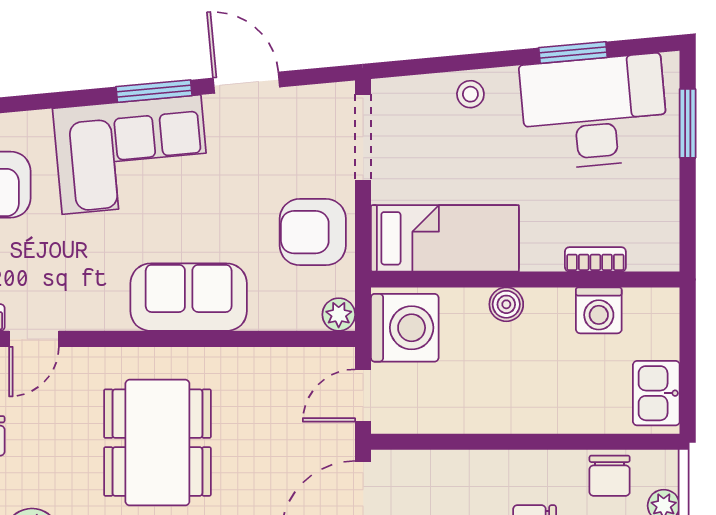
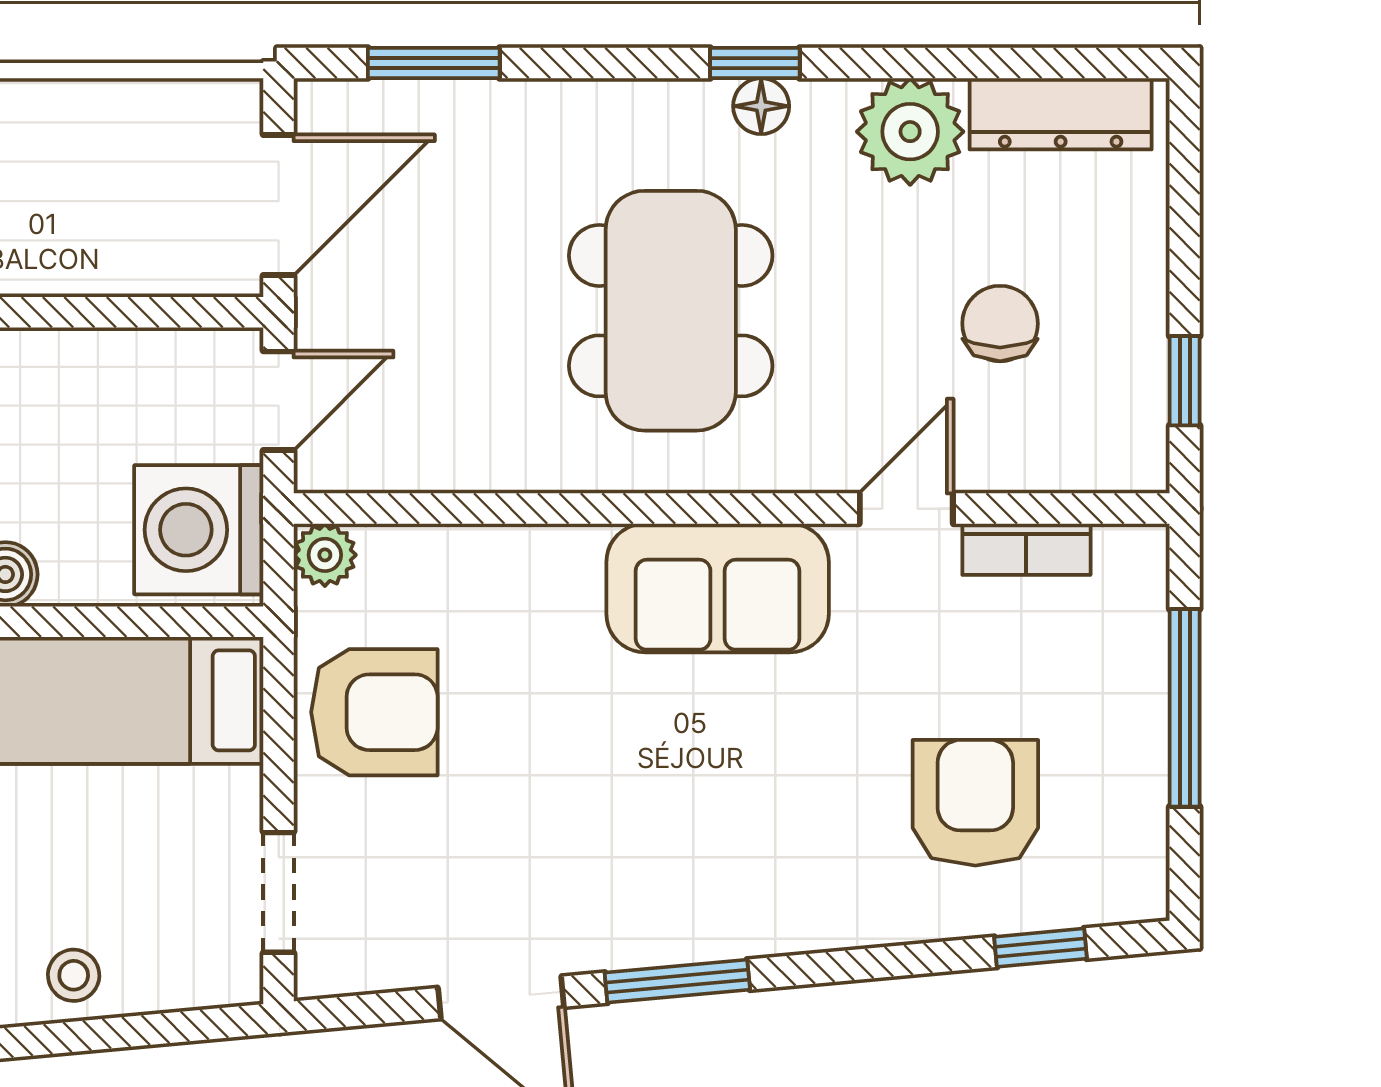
doorway: (363, 138) -> (279, 892), width x0.73
corner sofa: (131, 155) -> (720, 860), removed
sofa: (189, 297) -> (718, 588), moved

